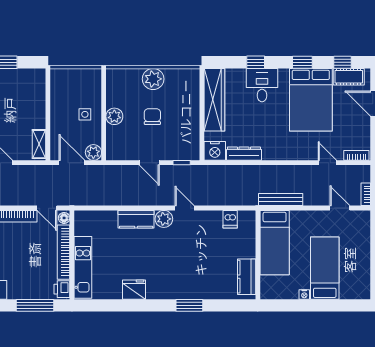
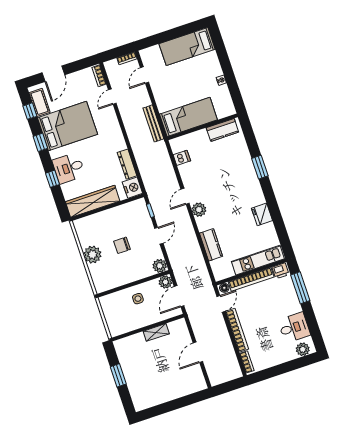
plant: (114, 116) -> (160, 266), moved
shelving: (39, 144) -> (156, 332), moved
kitchen counter: (136, 219) -> (211, 245), moved
bed: (325, 268) -> (187, 46), moved

